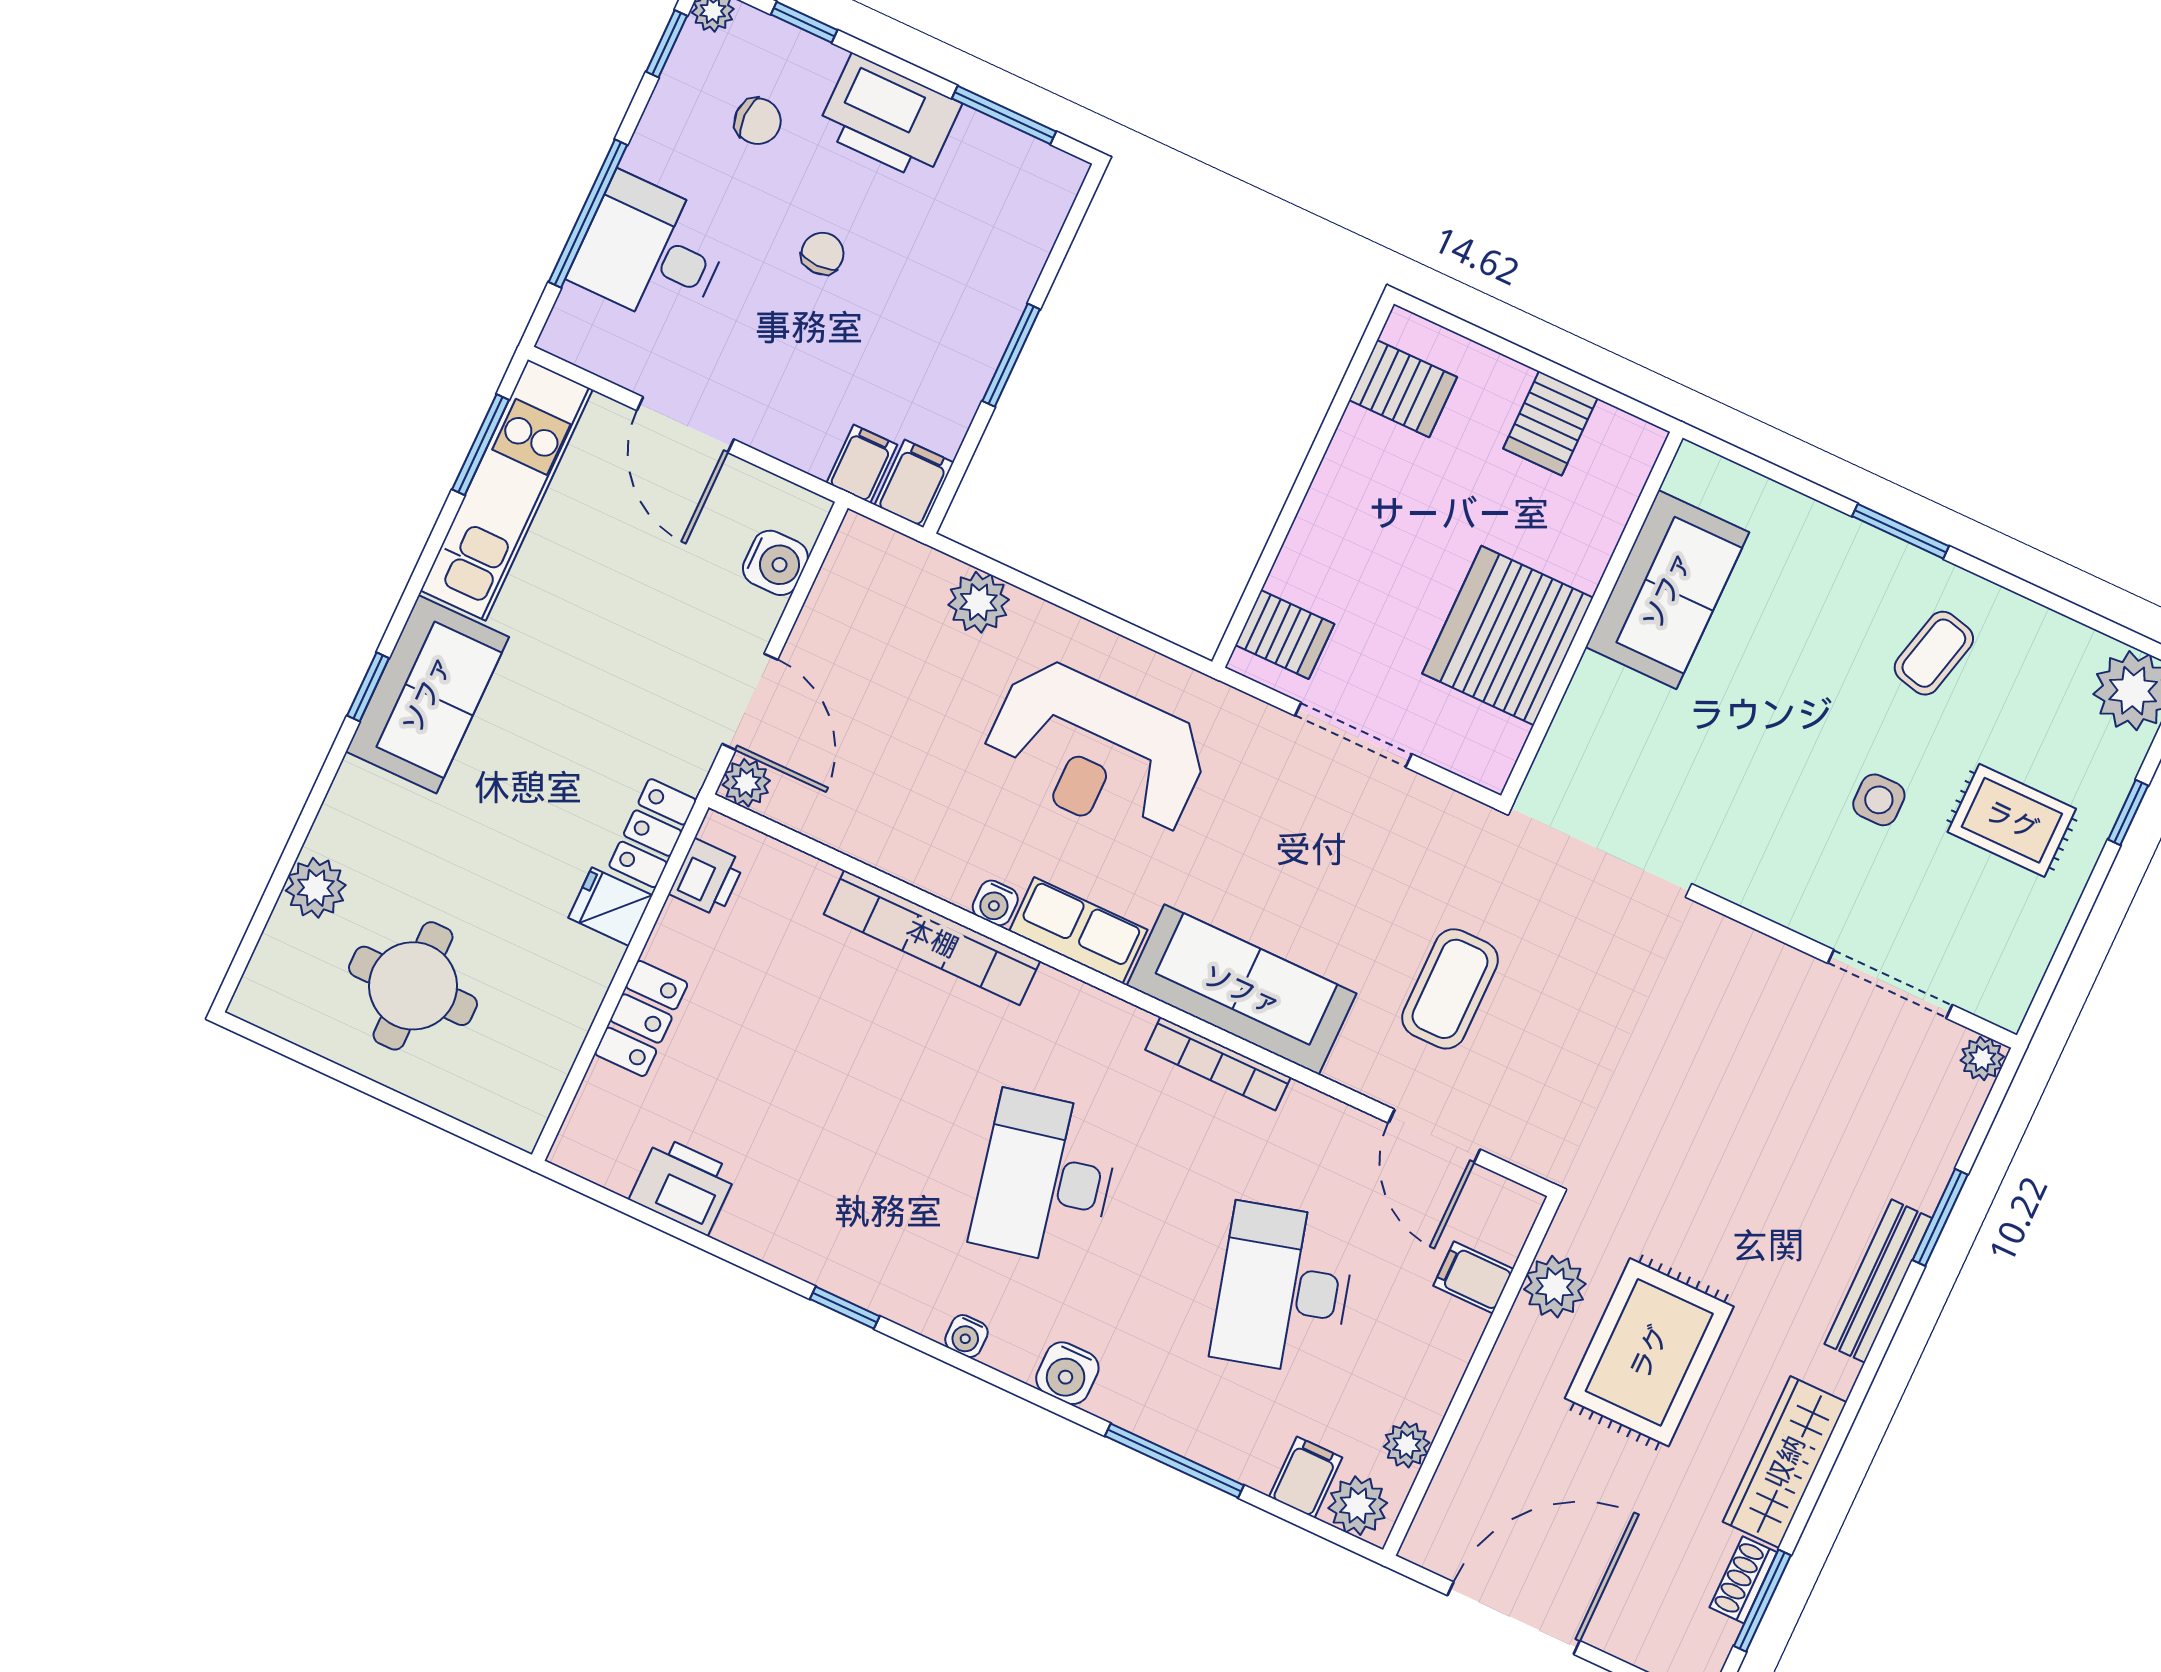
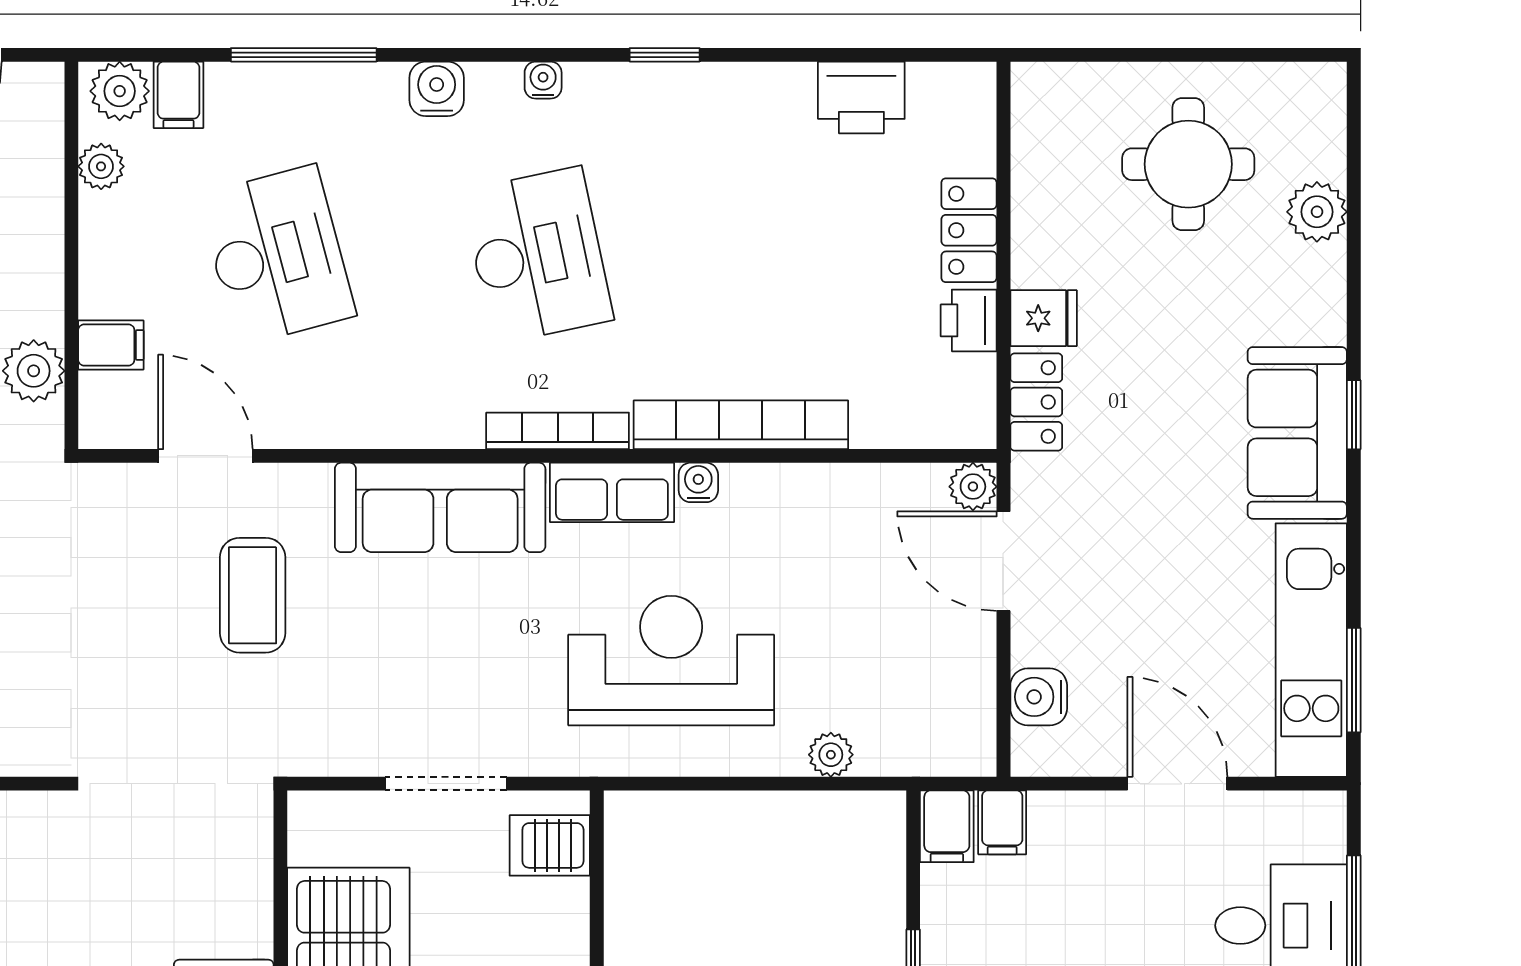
plant: (979, 602) -> (831, 755), width x0.73, depth x0.73
printer: (707, 878) -> (969, 320), moved
bookcase: (1218, 1064) -> (558, 431), moved

